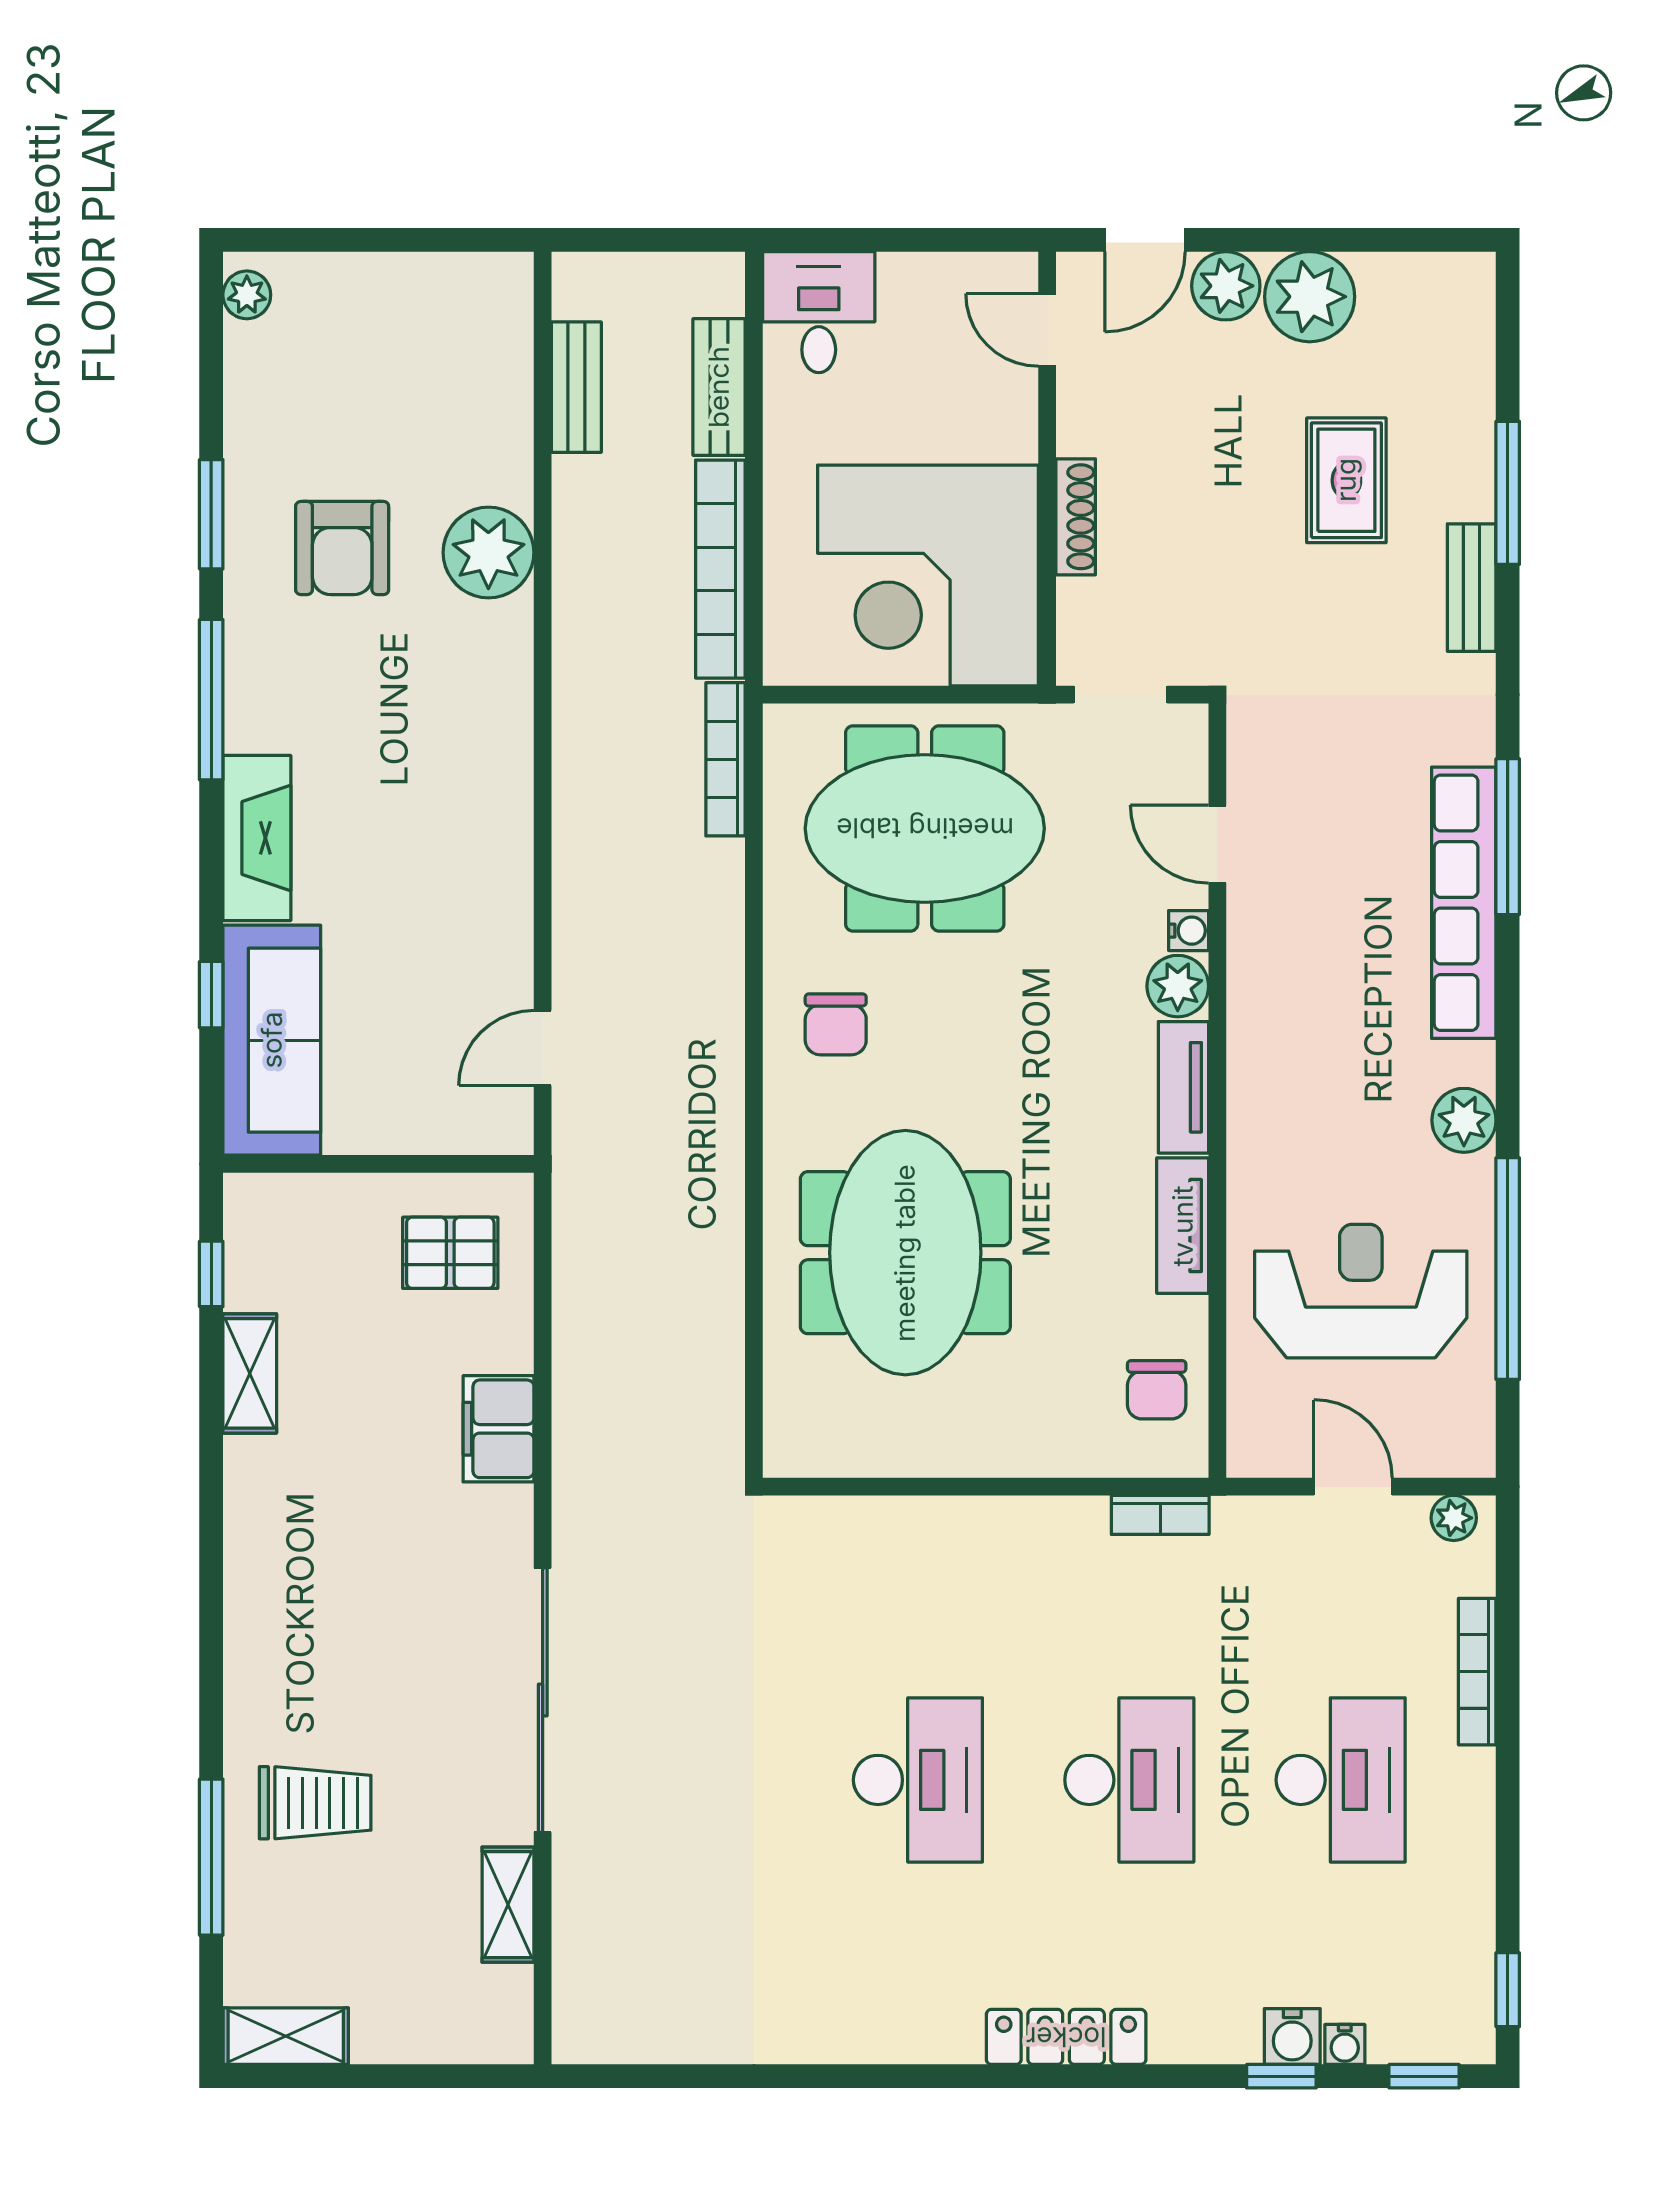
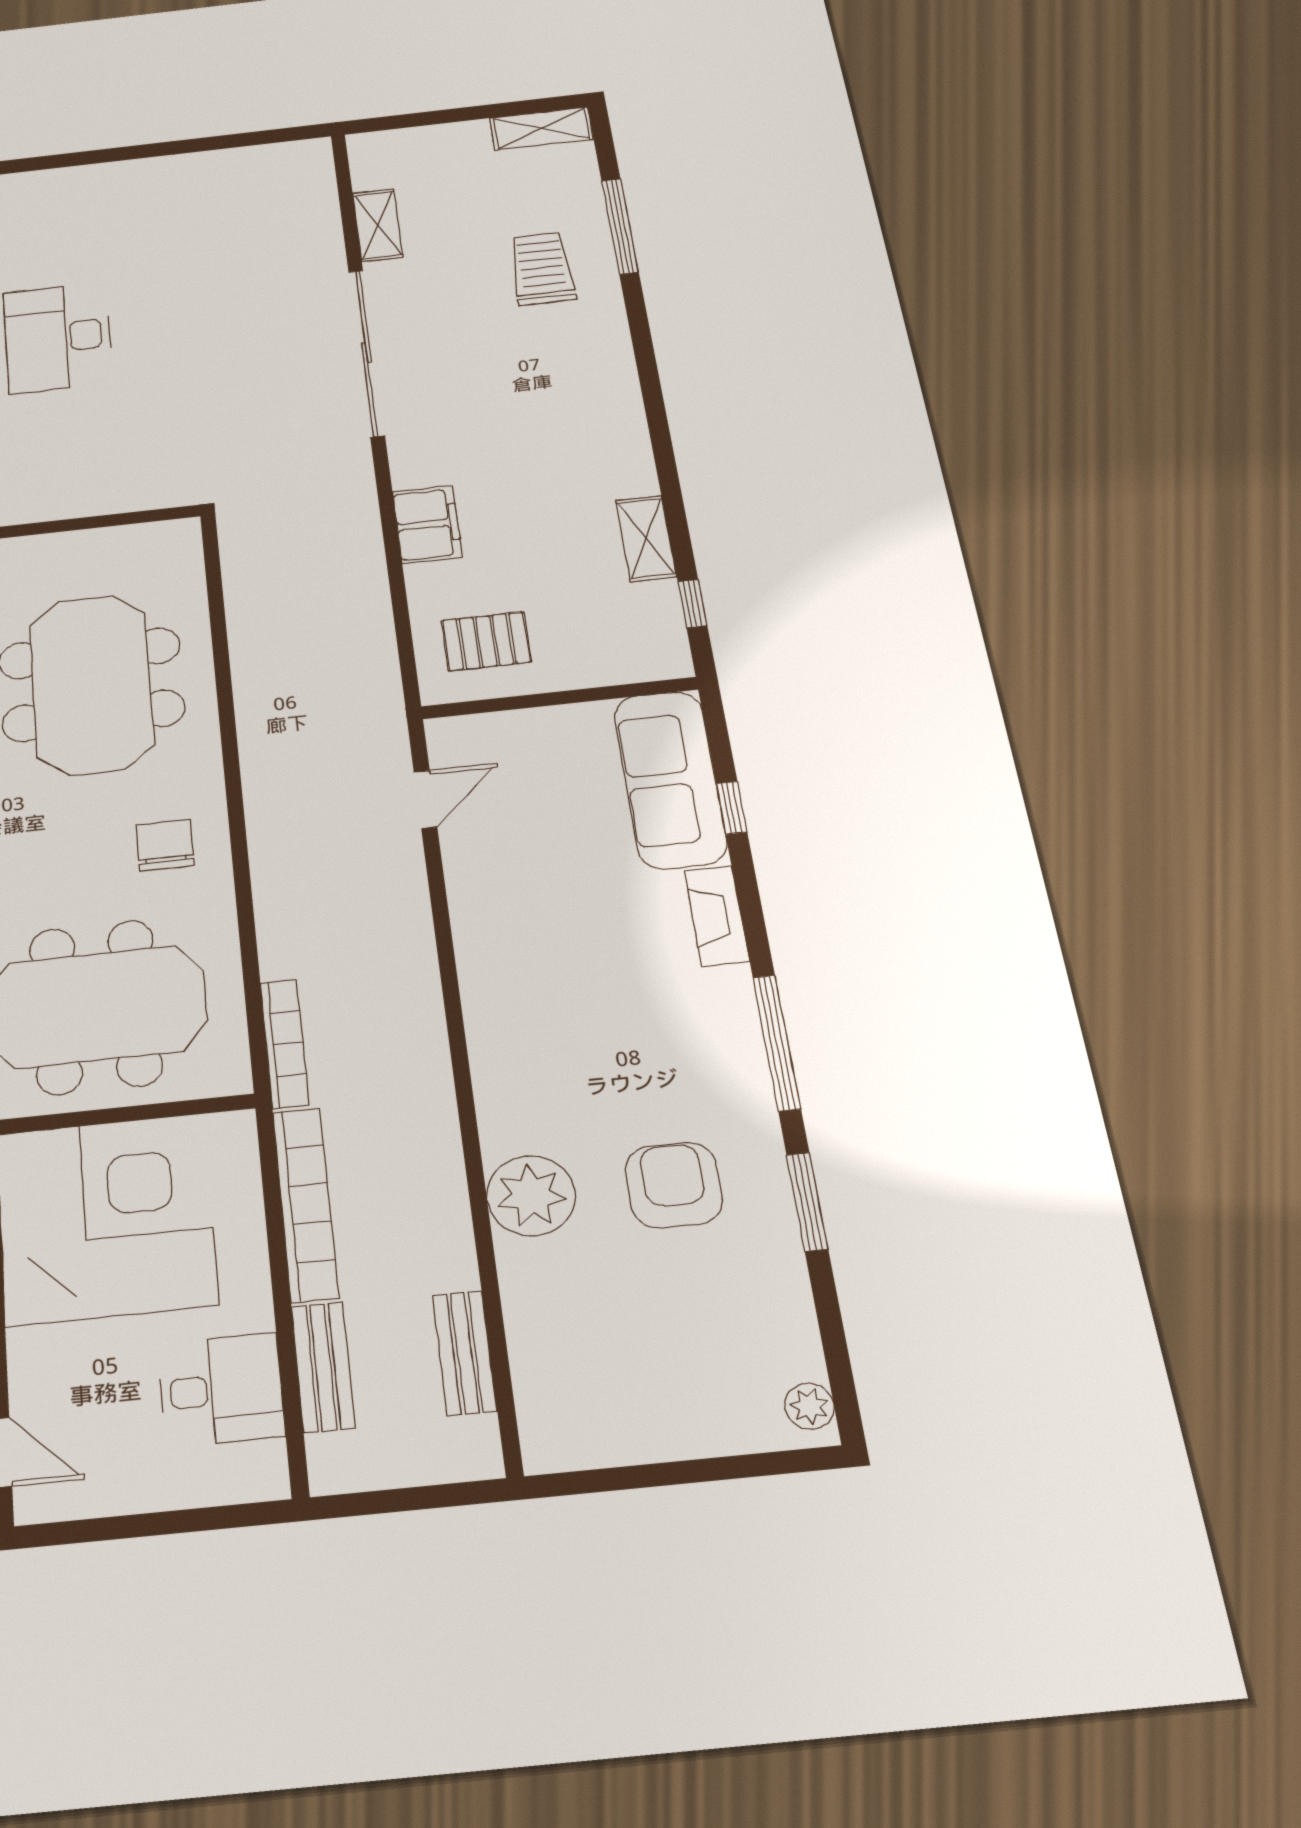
desk: (819, 312) -> (221, 1390), moved, turned -90
fireplace: (257, 838) -> (717, 916), width x0.73, depth x0.76
trolley: (315, 1803) -> (542, 268), turned 90

